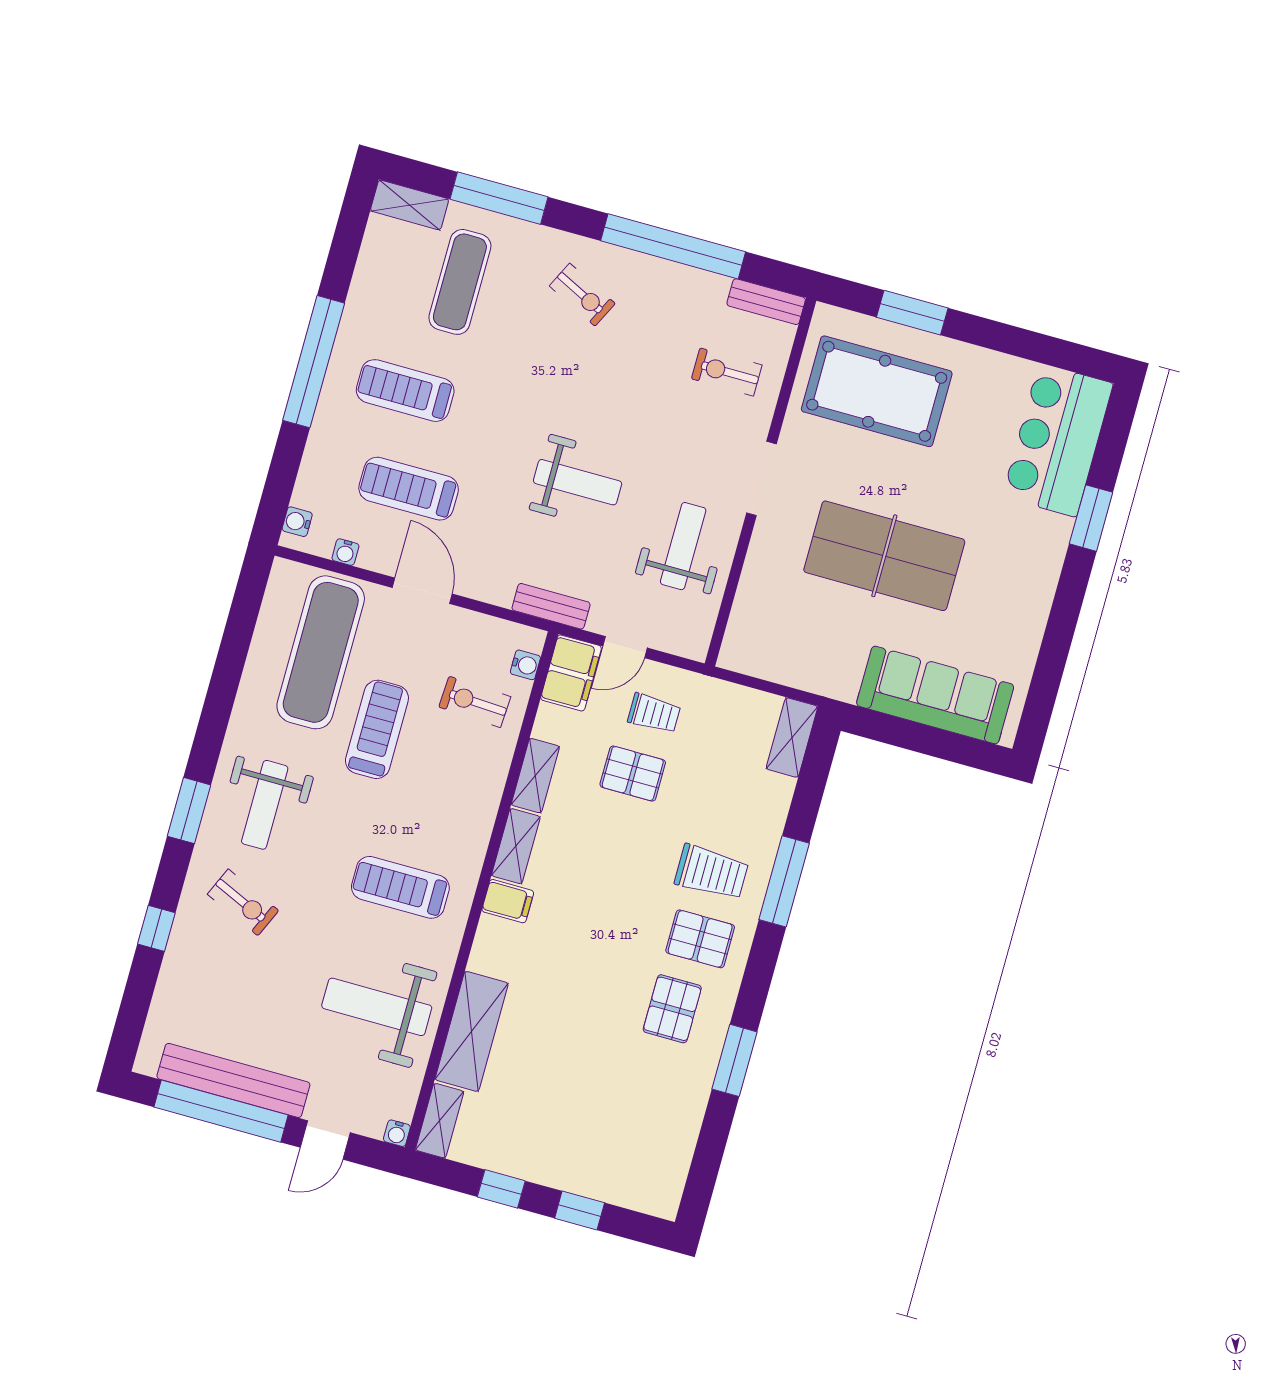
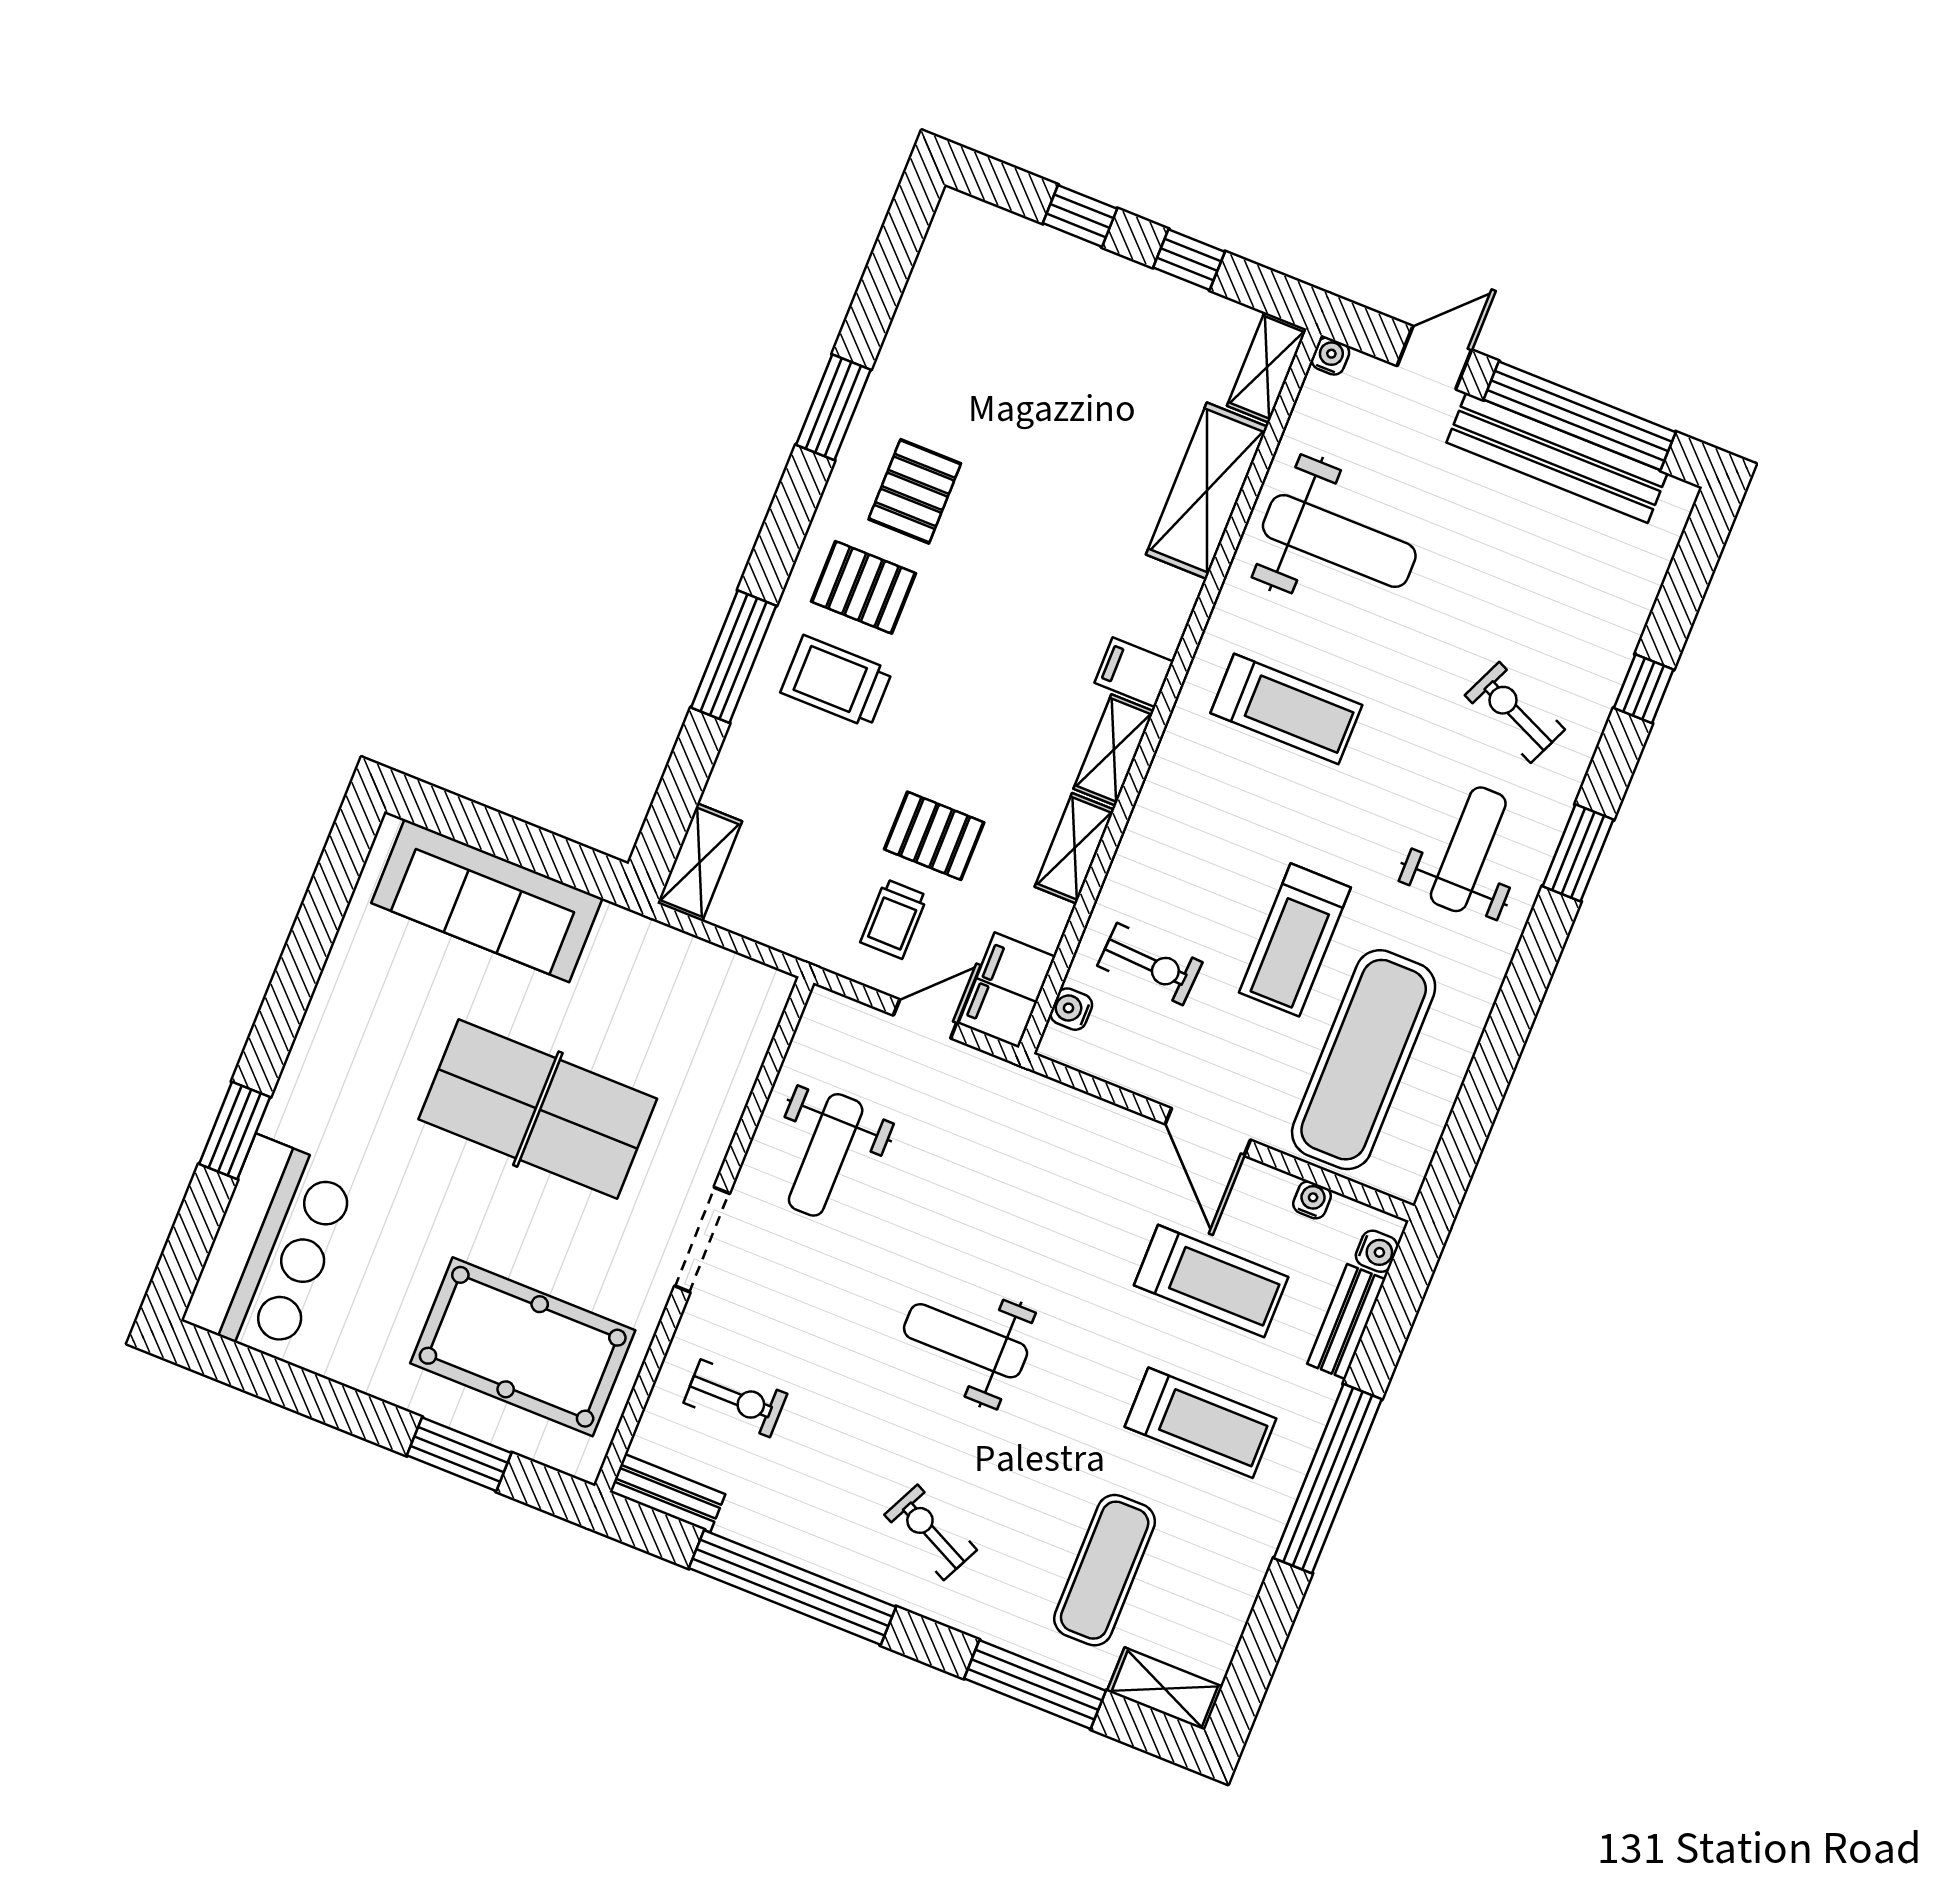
weight bench: (578, 482) -> (966, 1341), moved
bench: (551, 606) -> (1346, 1322), moved, turned 90
trolley: (654, 713) -> (894, 919), turned -90

